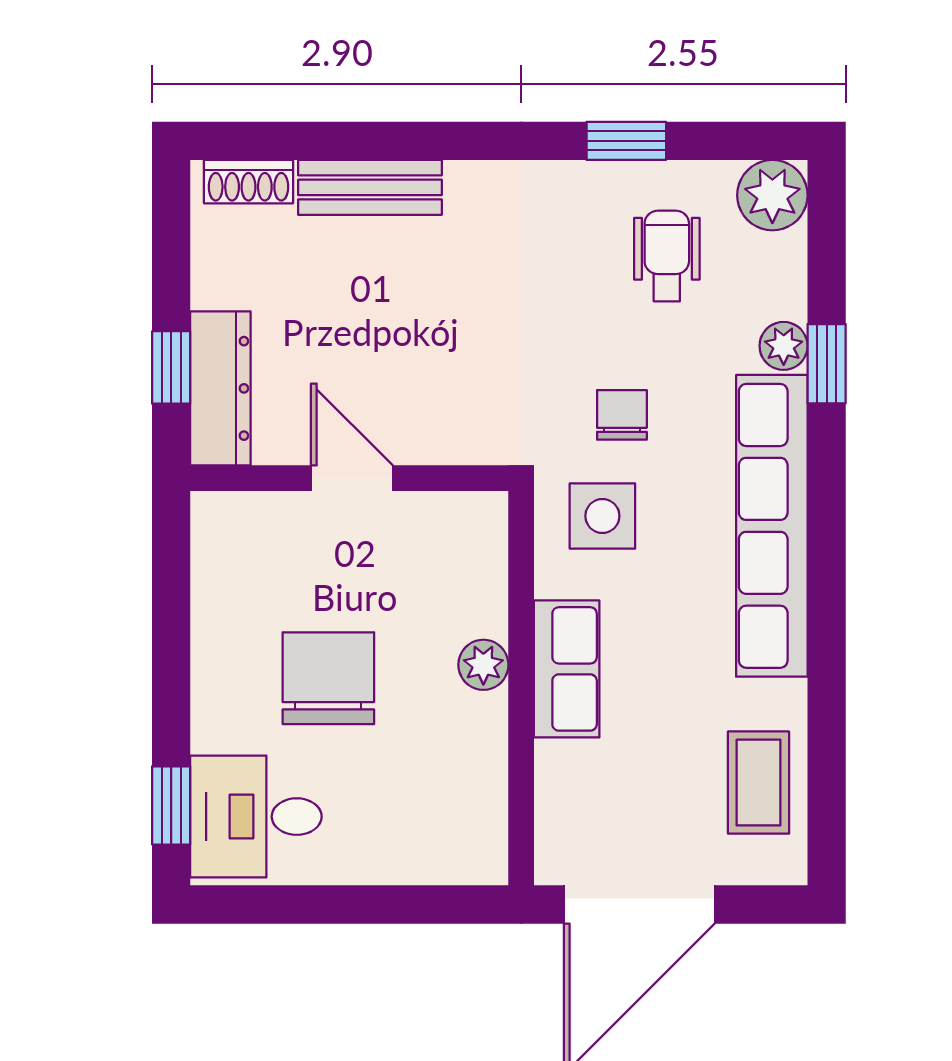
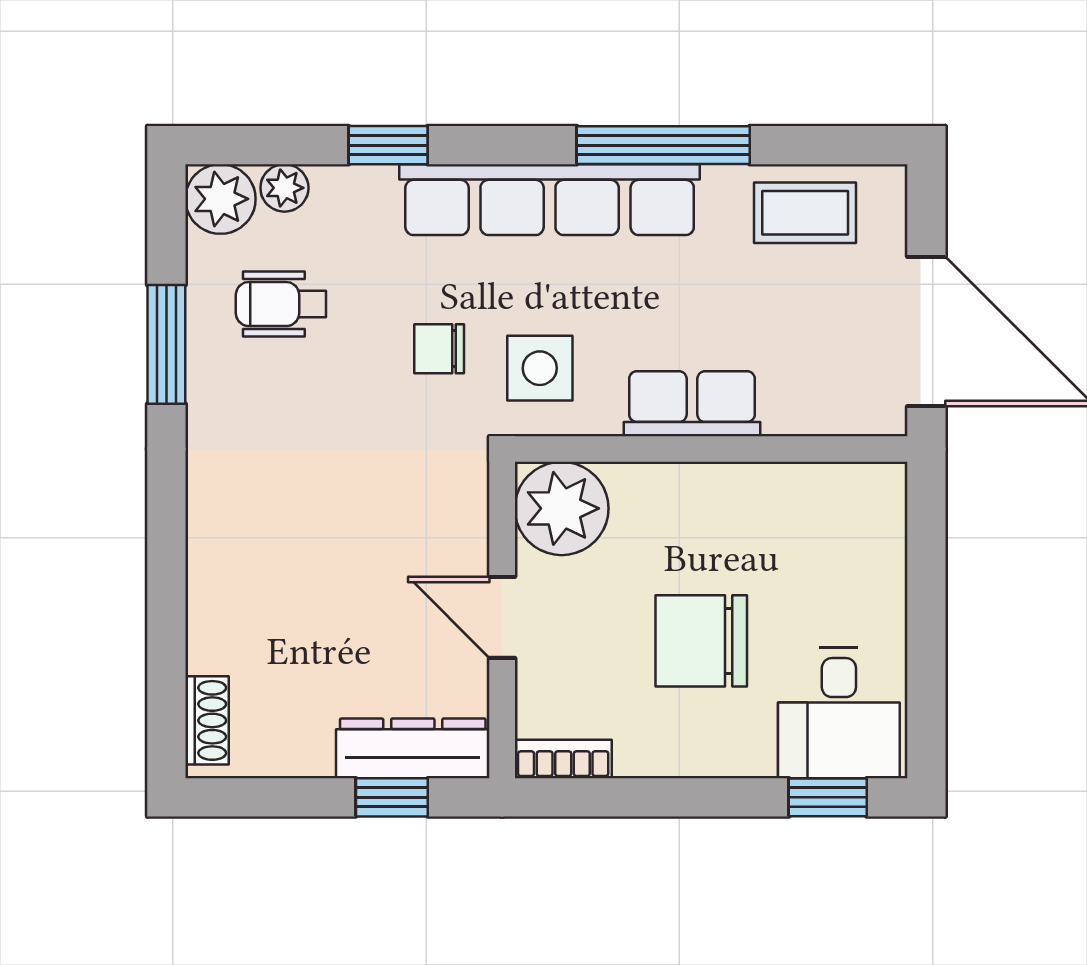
window: (626, 141) -> (166, 344), width x1.50
bench: (370, 187) -> (213, 600), removed
plant: (784, 346) -> (284, 188), moved
door: (352, 478) -> (502, 617), hinge flipped
bookcase: (210, 540) -> (563, 759), added
window: (827, 640) -> (663, 145), added
plant: (483, 665) -> (562, 508), moved, width x1.87, depth x1.87

